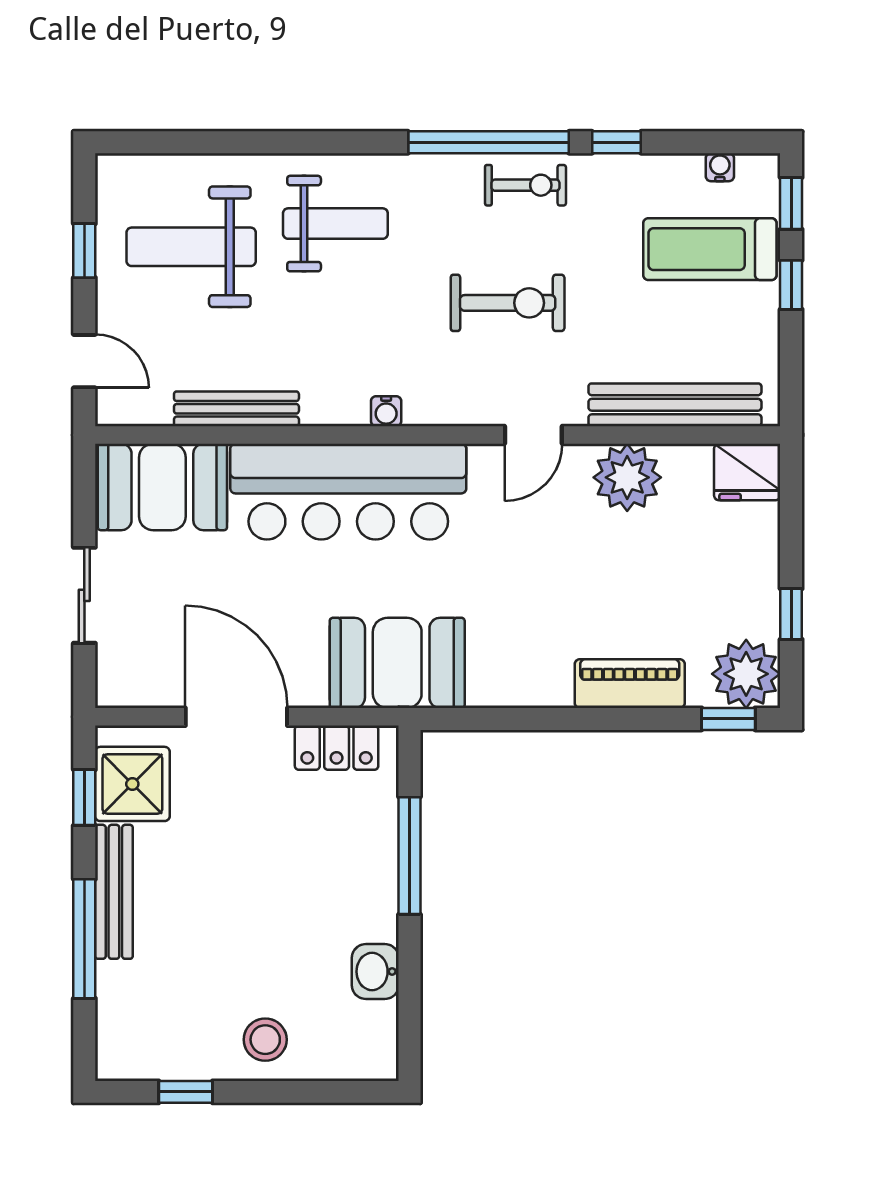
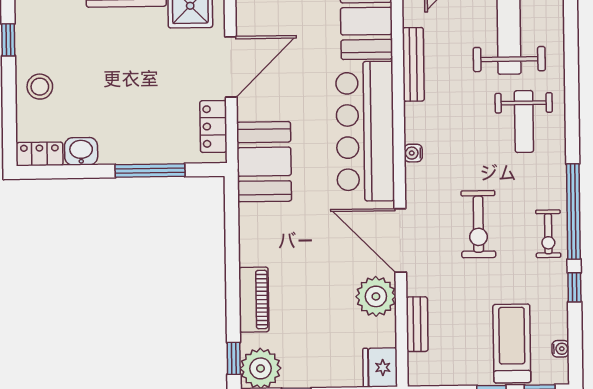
bench: (675, 405) -> (417, 324), width x0.54, depth x0.82
door: (533, 435) -> (400, 240), width x1.87
locker: (379, 1042) -> (39, 154), added

